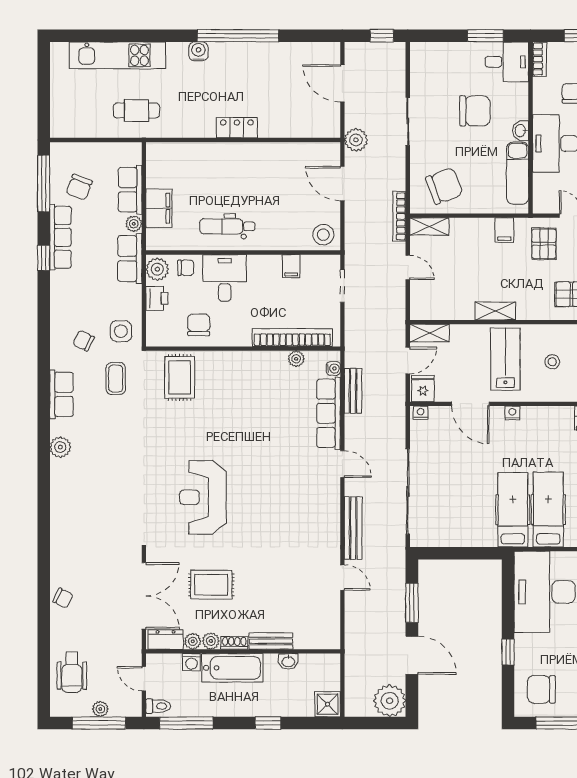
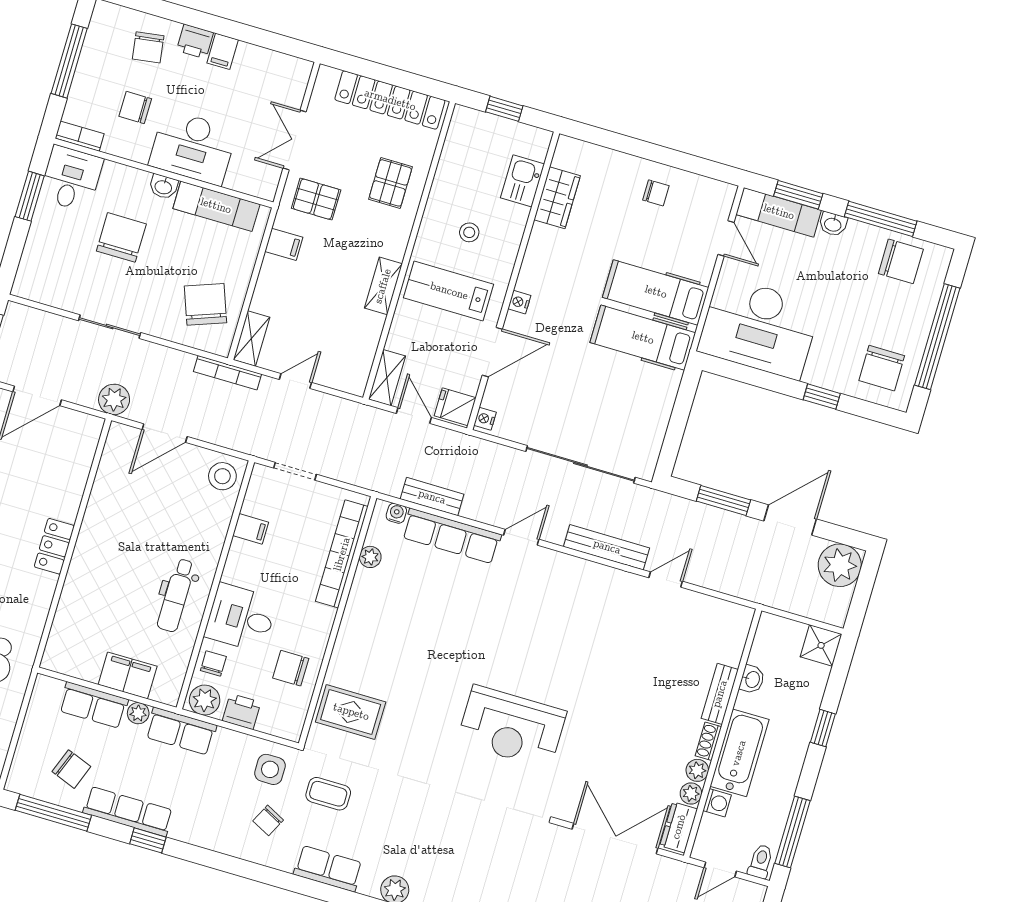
rug: (211, 585) -> (626, 749), removed

